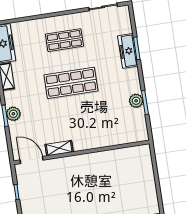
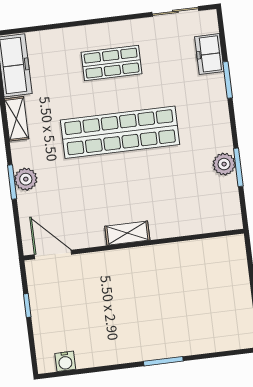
freezer: (128, 51) -> (209, 54), moved, width x0.71
shop shelf: (71, 83) -> (120, 132), width x1.40
shelving: (59, 148) -> (127, 233), moved

